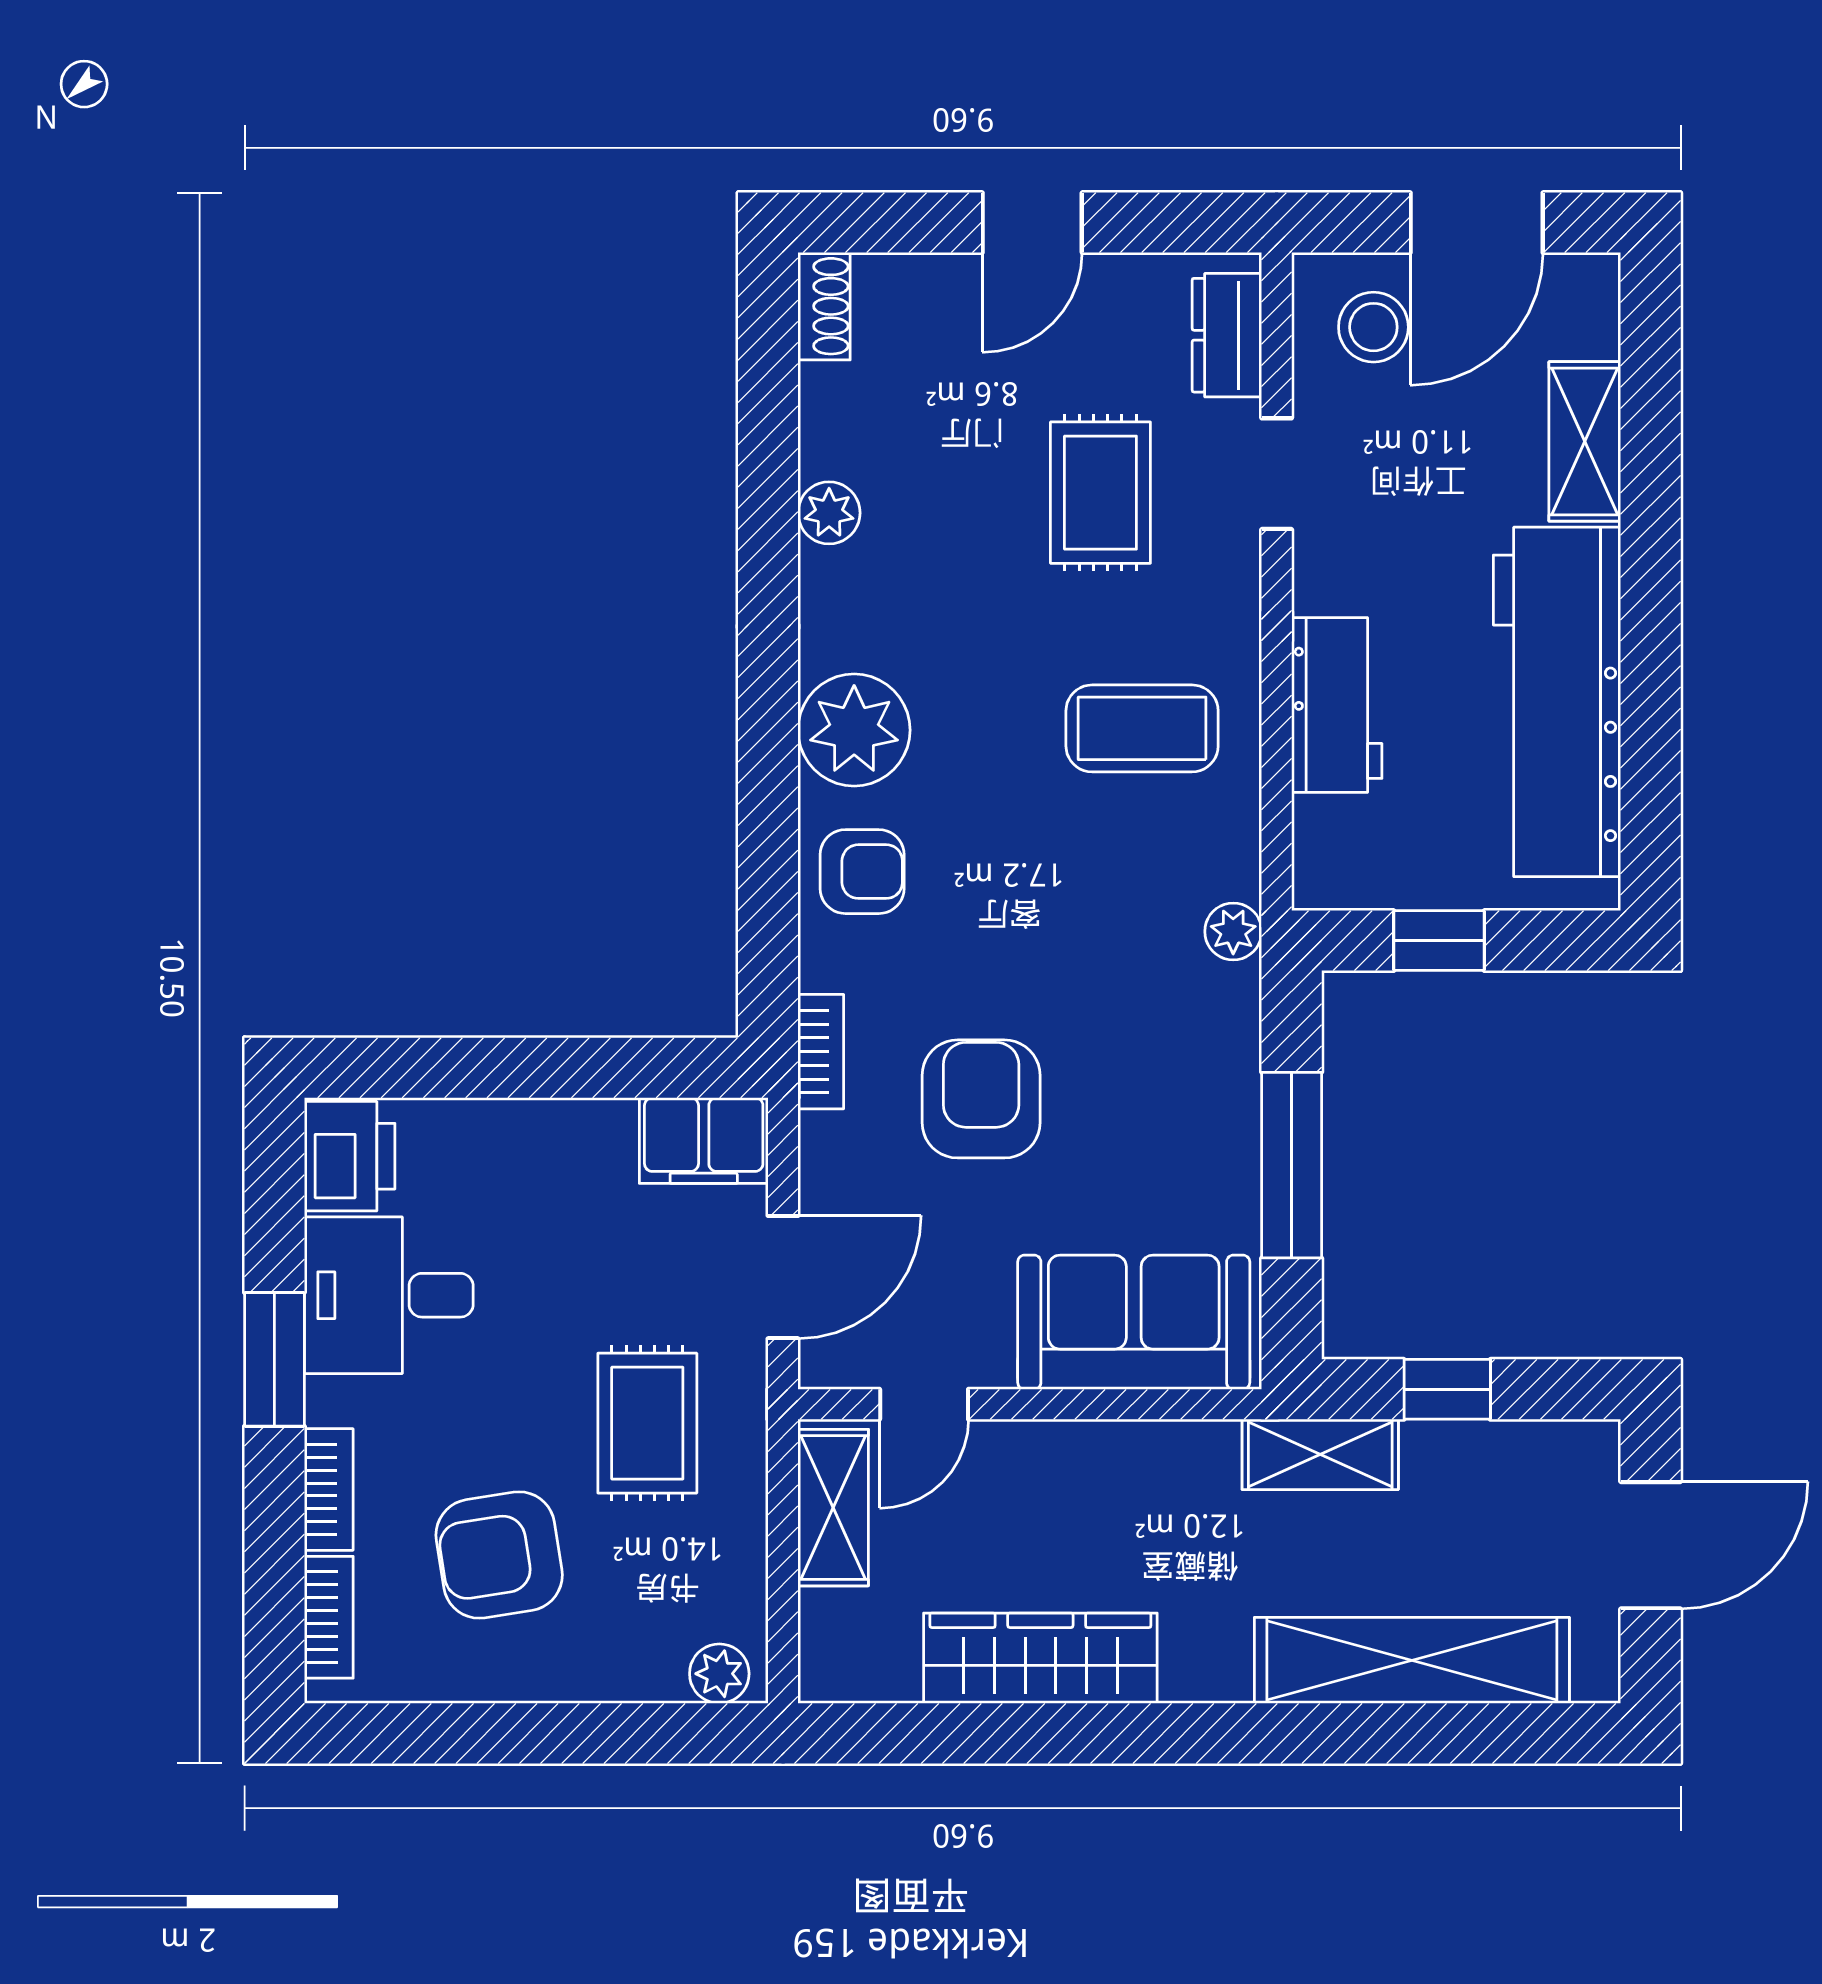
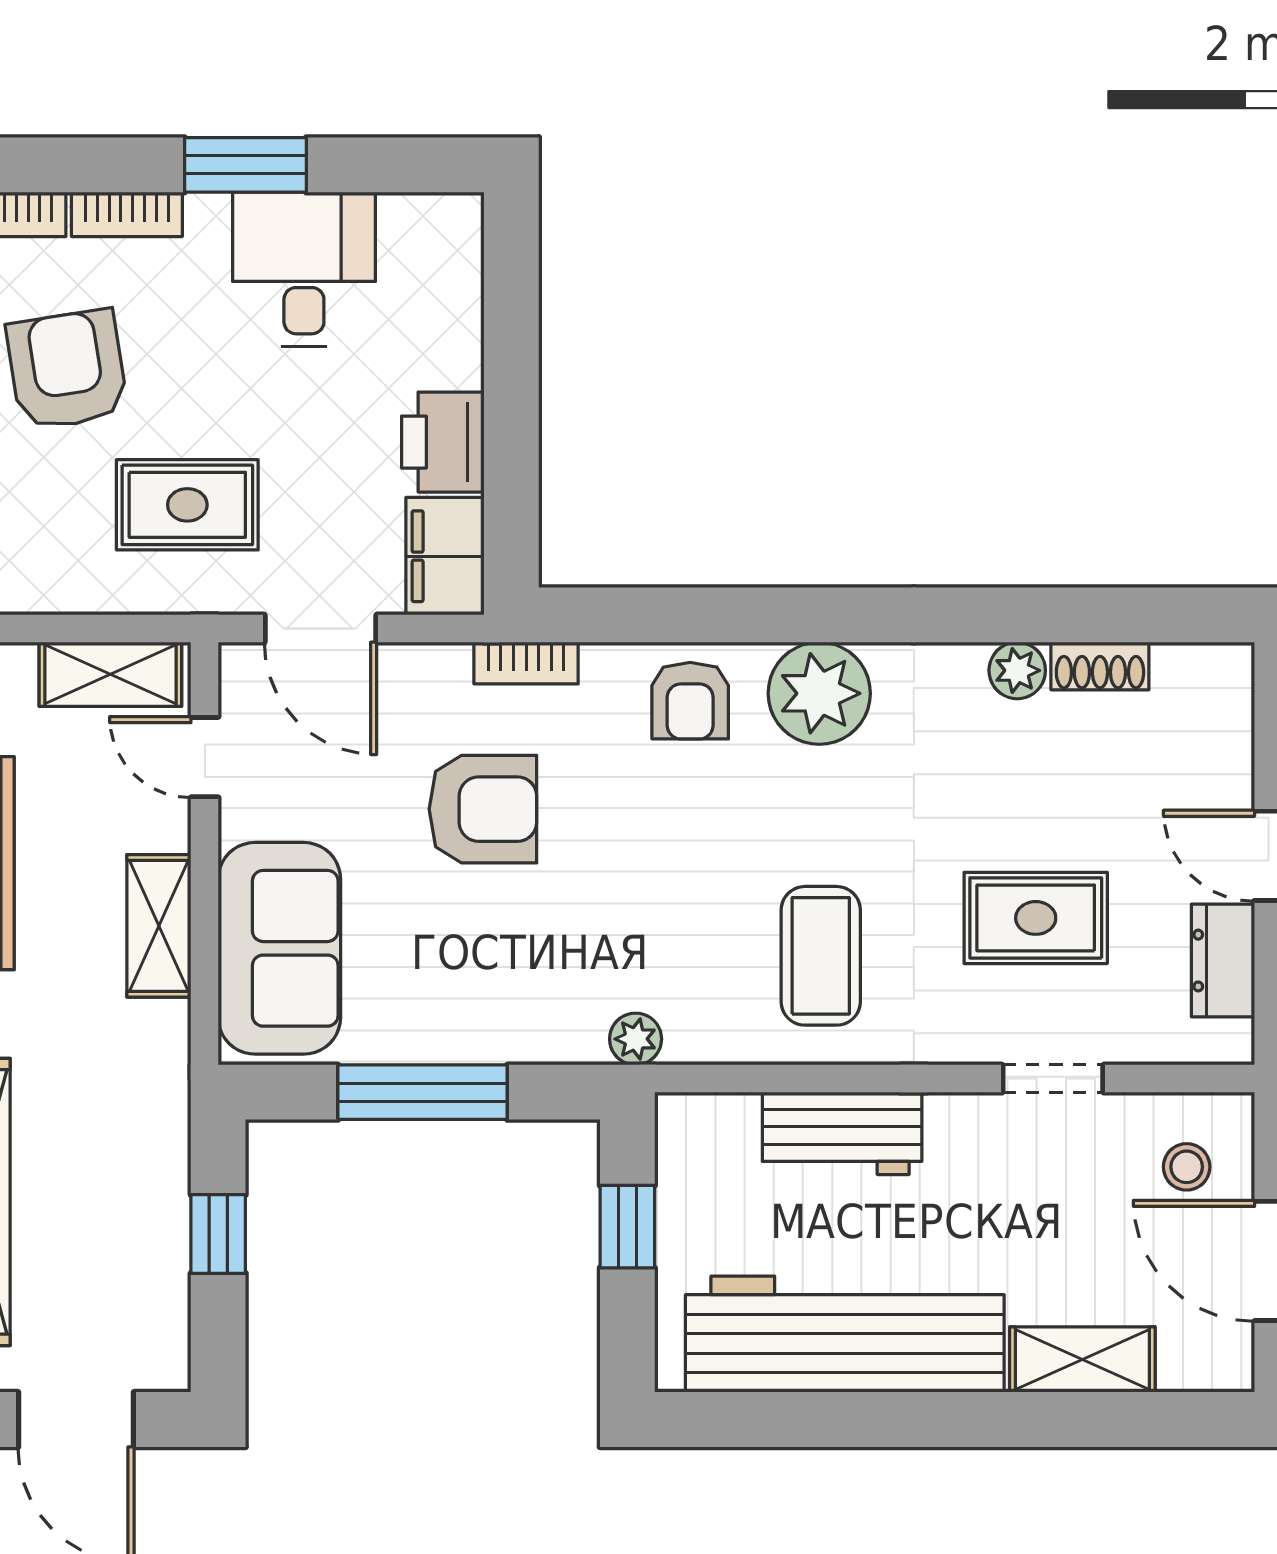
shoe rack: (824, 306) -> (1100, 666), moved
stool: (1373, 327) -> (1187, 1167), width x0.73, depth x0.73
dresser: (1227, 335) -> (1223, 961), moved, turned -90
printer: (350, 1156) -> (443, 442), moved, turned 90
shelving: (1320, 1454) -> (159, 926), moved

